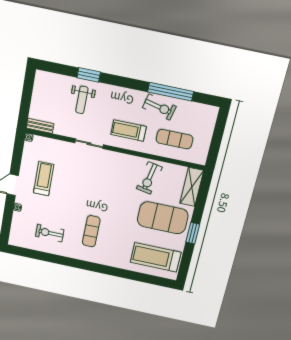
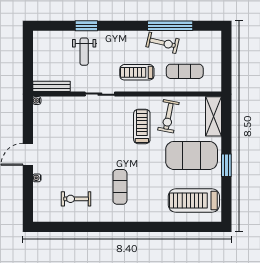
bench: (40, 126) -> (51, 86), width x1.36
treadmill: (44, 179) -> (142, 127), moved

